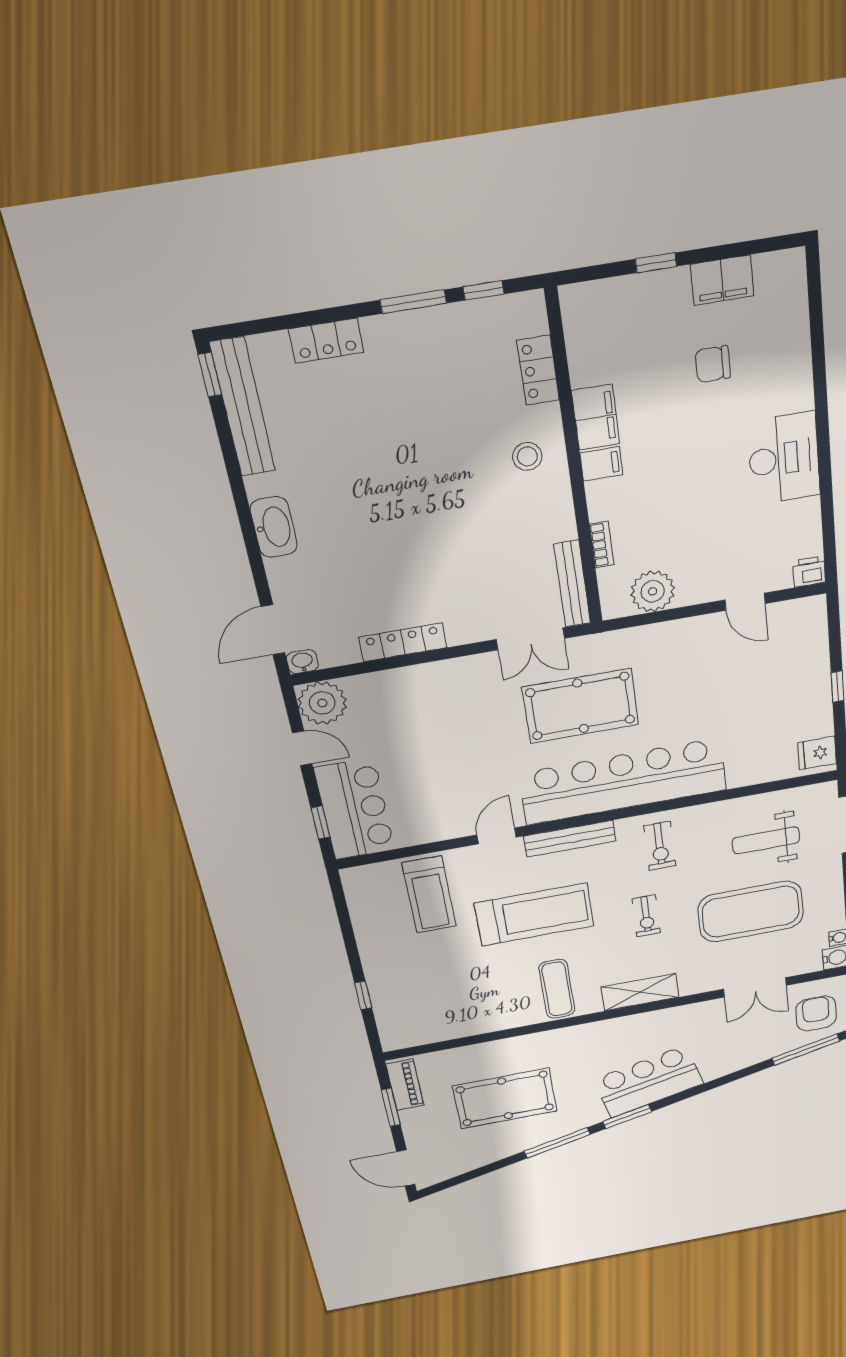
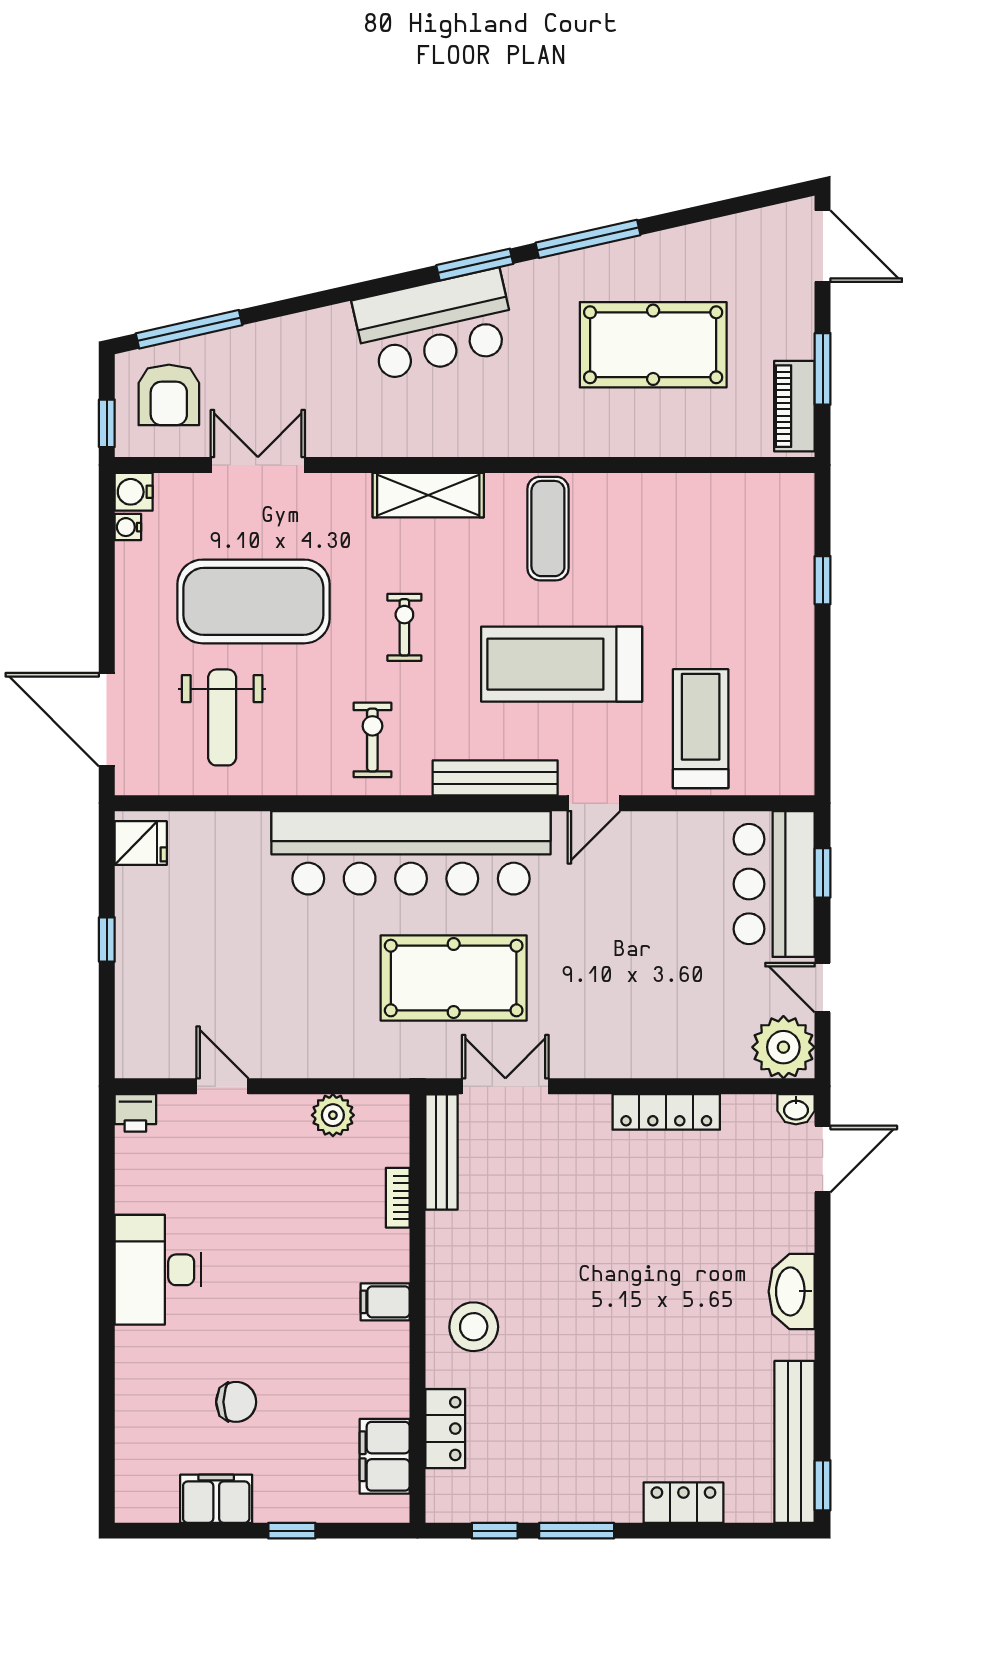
filing cabinet: (596, 417) -> (385, 1456), moved
stool: (527, 456) -> (474, 1327), width x1.38, depth x1.38
plant: (653, 591) -> (333, 1115), width x0.73, depth x0.73
weight bench: (766, 840) -> (222, 717), turned 90

